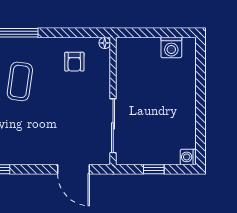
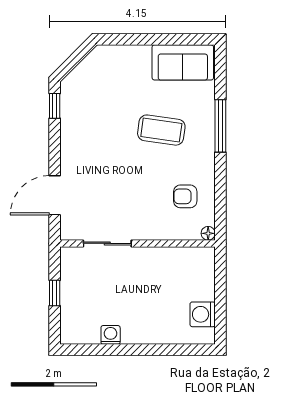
sliding door: (113, 126) -> (107, 243), width x0.73
washing machine: (188, 157) -> (111, 335), moved

